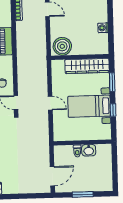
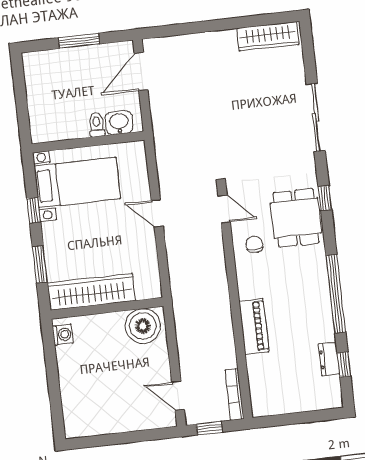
washing machine: (103, 28) -> (63, 335), moved
bed with nightstands: (89, 106) -> (77, 182), moved
washbasin: (89, 150) -> (119, 123), moved

